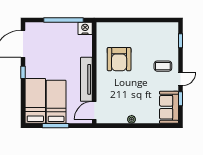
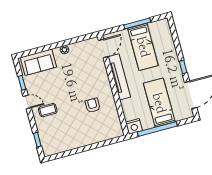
armchair: (119, 59) -> (93, 105), width x0.53, depth x0.53
door: (180, 79) -> (27, 102), swing flipped
bed: (35, 101) -> (159, 103), moved, turned 180
sofa: (169, 107) -> (38, 62), moved, turned 90

